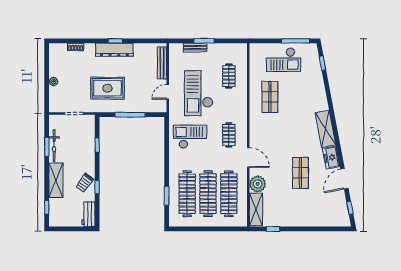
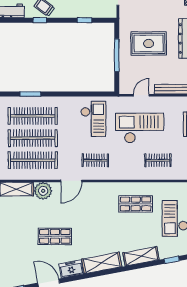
rug: (107, 88) -> (149, 43), moved, turned 90
door: (168, 92) -> (141, 95), hinge flipped
shelving: (319, 92) -> (141, 256), added

